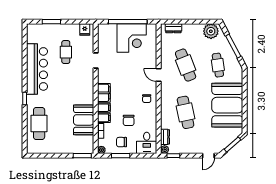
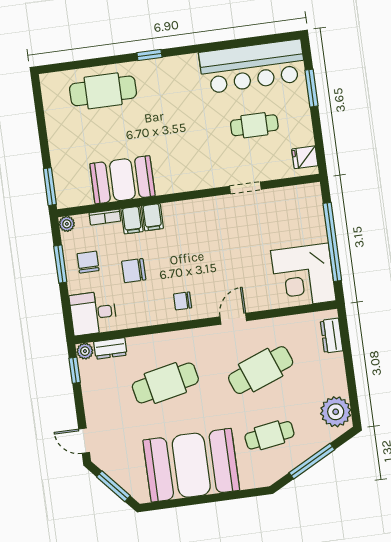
corner desk: (132, 38) -> (303, 276), moved
bar counter: (37, 69) -> (252, 66), moved
filing cabinet: (104, 93) -> (182, 213), removed

